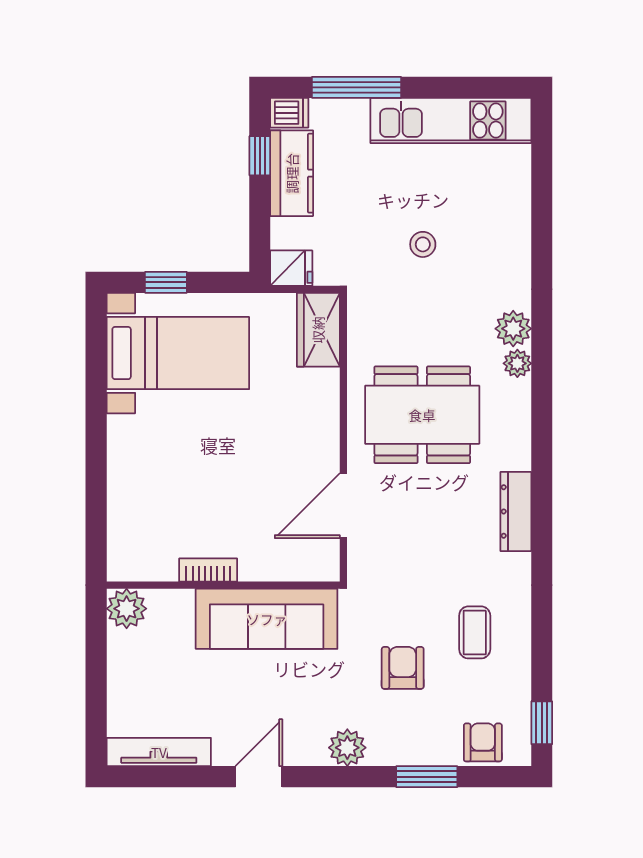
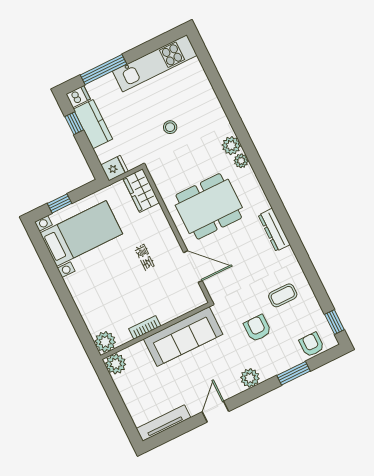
door: (343, 506) -> (193, 267), swing flipped
plant: (127, 561) -> (105, 342), added
coffee table: (475, 632) -> (283, 295), turned 90

